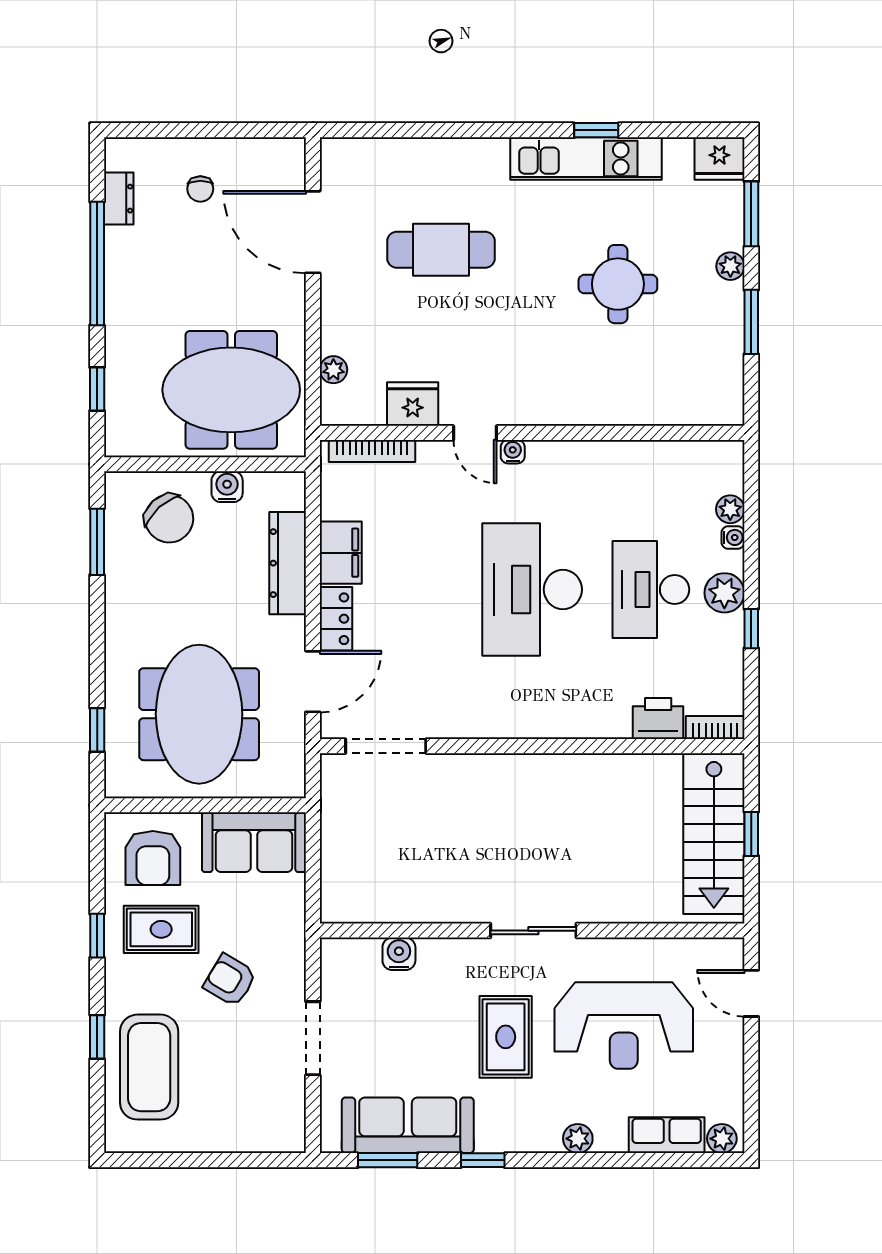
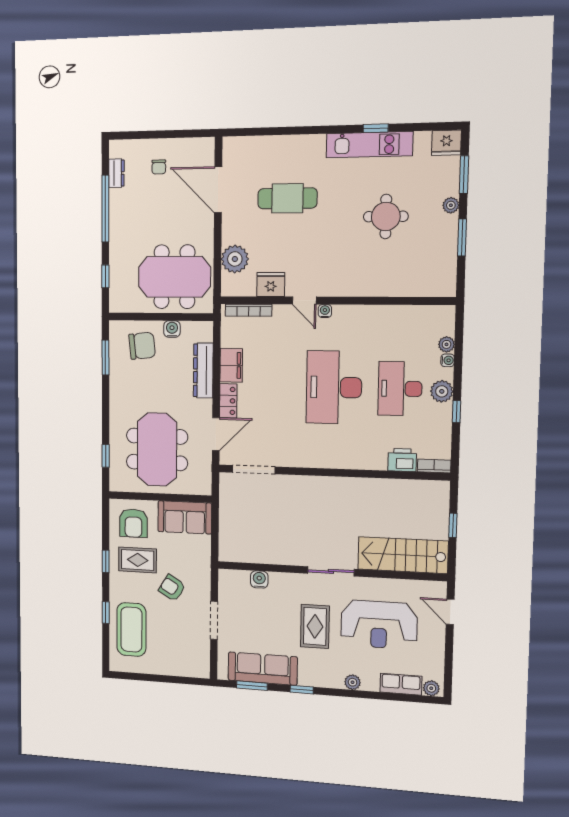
plant: (333, 370) -> (235, 259), width x1.88, depth x1.88
chair: (169, 519) -> (142, 346), turned -54
stairs: (714, 834) -> (403, 555), moved, turned 90

